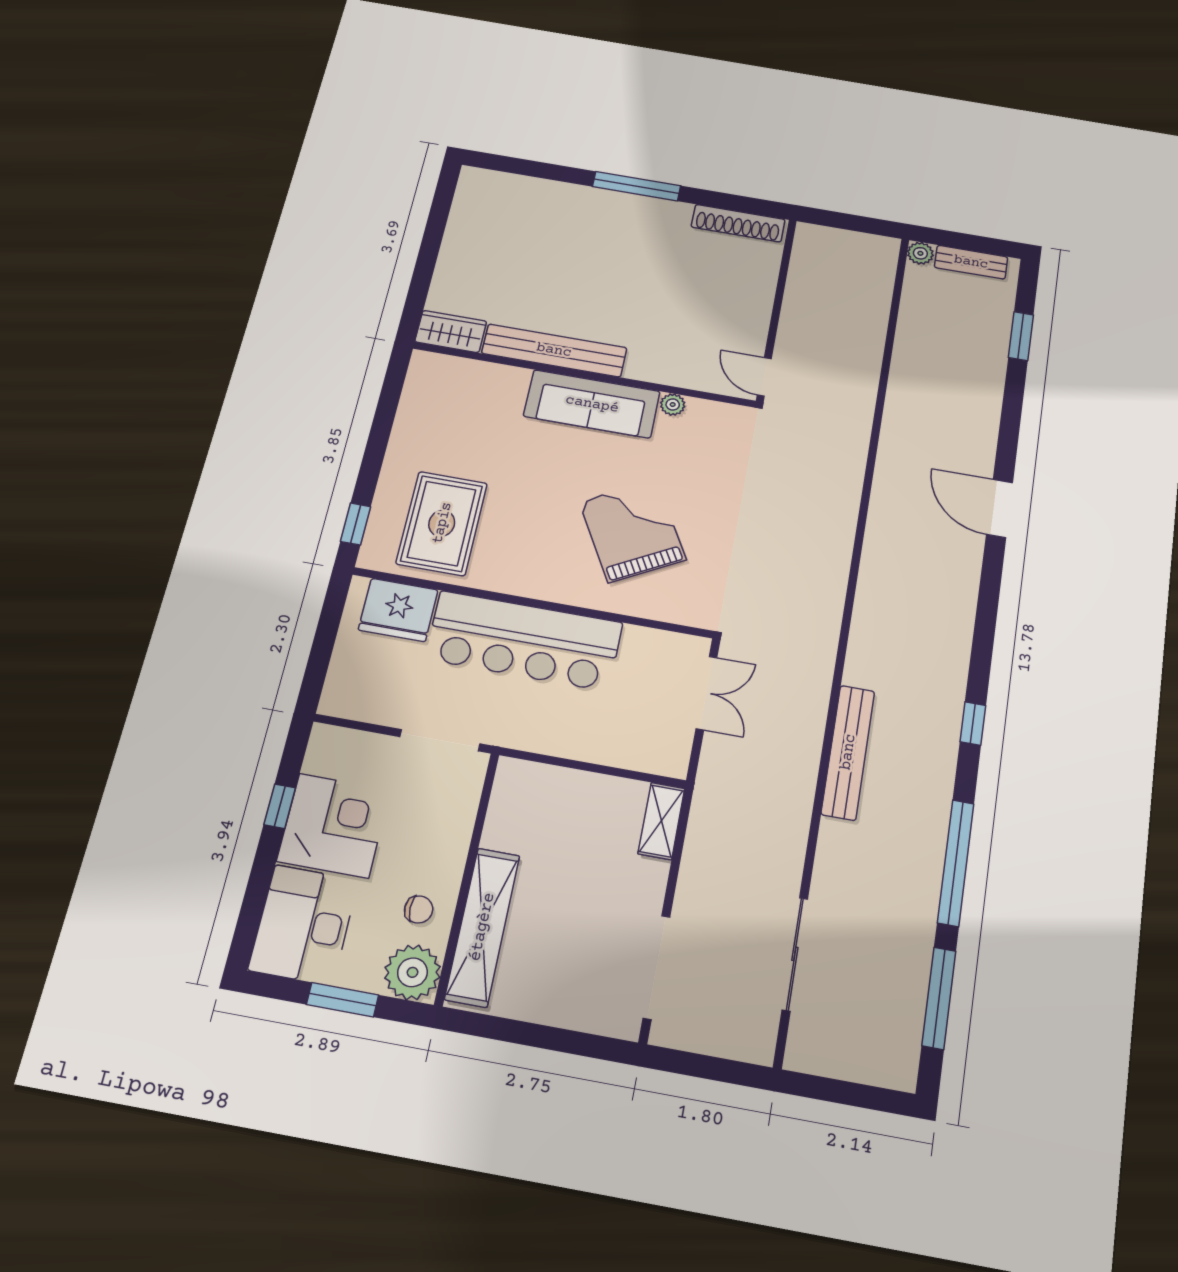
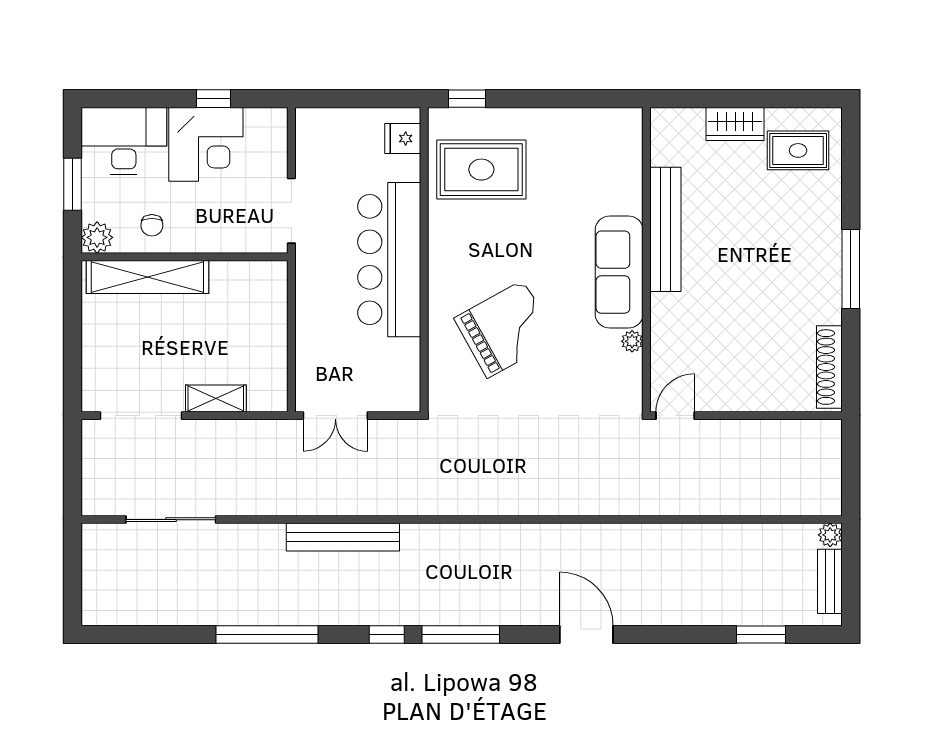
rug: (498, 212) -> (798, 150), added
wardrobe: (451, 331) -> (735, 124), moved, turned 90
door: (1000, 508) -> (586, 634), hinge flipped
fridge: (398, 610) -> (403, 138), width x0.53, depth x0.75
double door: (707, 693) -> (335, 416), moved
shelving: (661, 821) -> (216, 399), moved
plant: (412, 972) -> (97, 237), width x0.73, depth x0.73
window: (939, 998) -> (461, 634), moved

